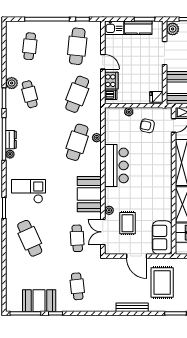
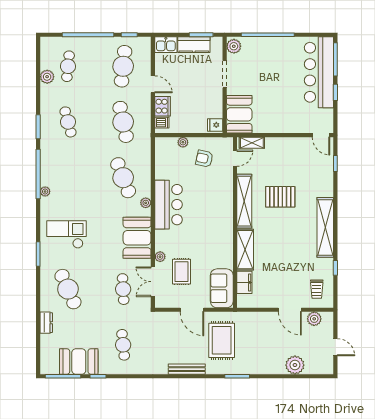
plant: (12, 83) -> (47, 77), moved
cafe table: (77, 94) -> (123, 122), turned -33
plant: (97, 138) -> (146, 203), moved
dresser: (11, 140) -> (46, 323), moved
cafe table: (77, 142) -> (123, 178), turned -39

